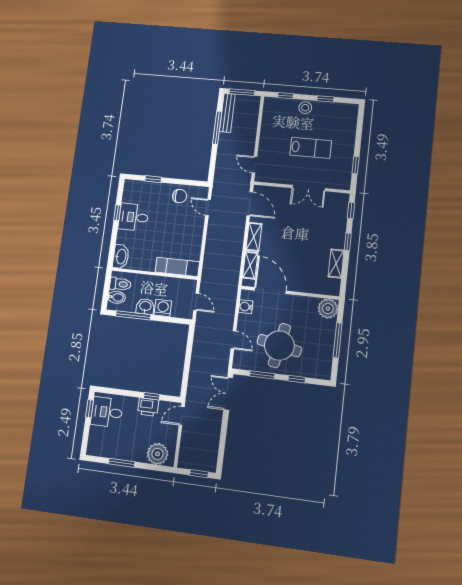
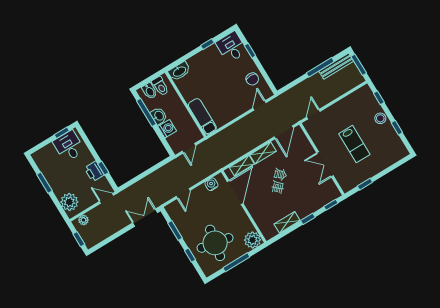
desk: (134, 217) -> (231, 47), moved
round table: (279, 346) -> (215, 243), moved
plant: (185, 454) -> (83, 220), added

